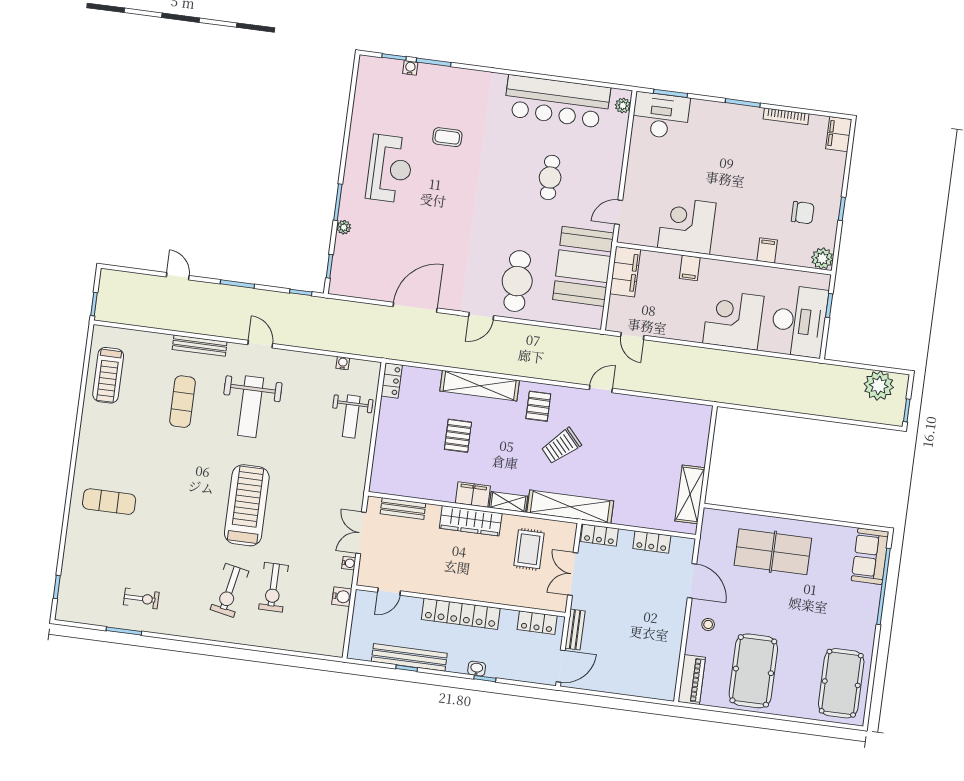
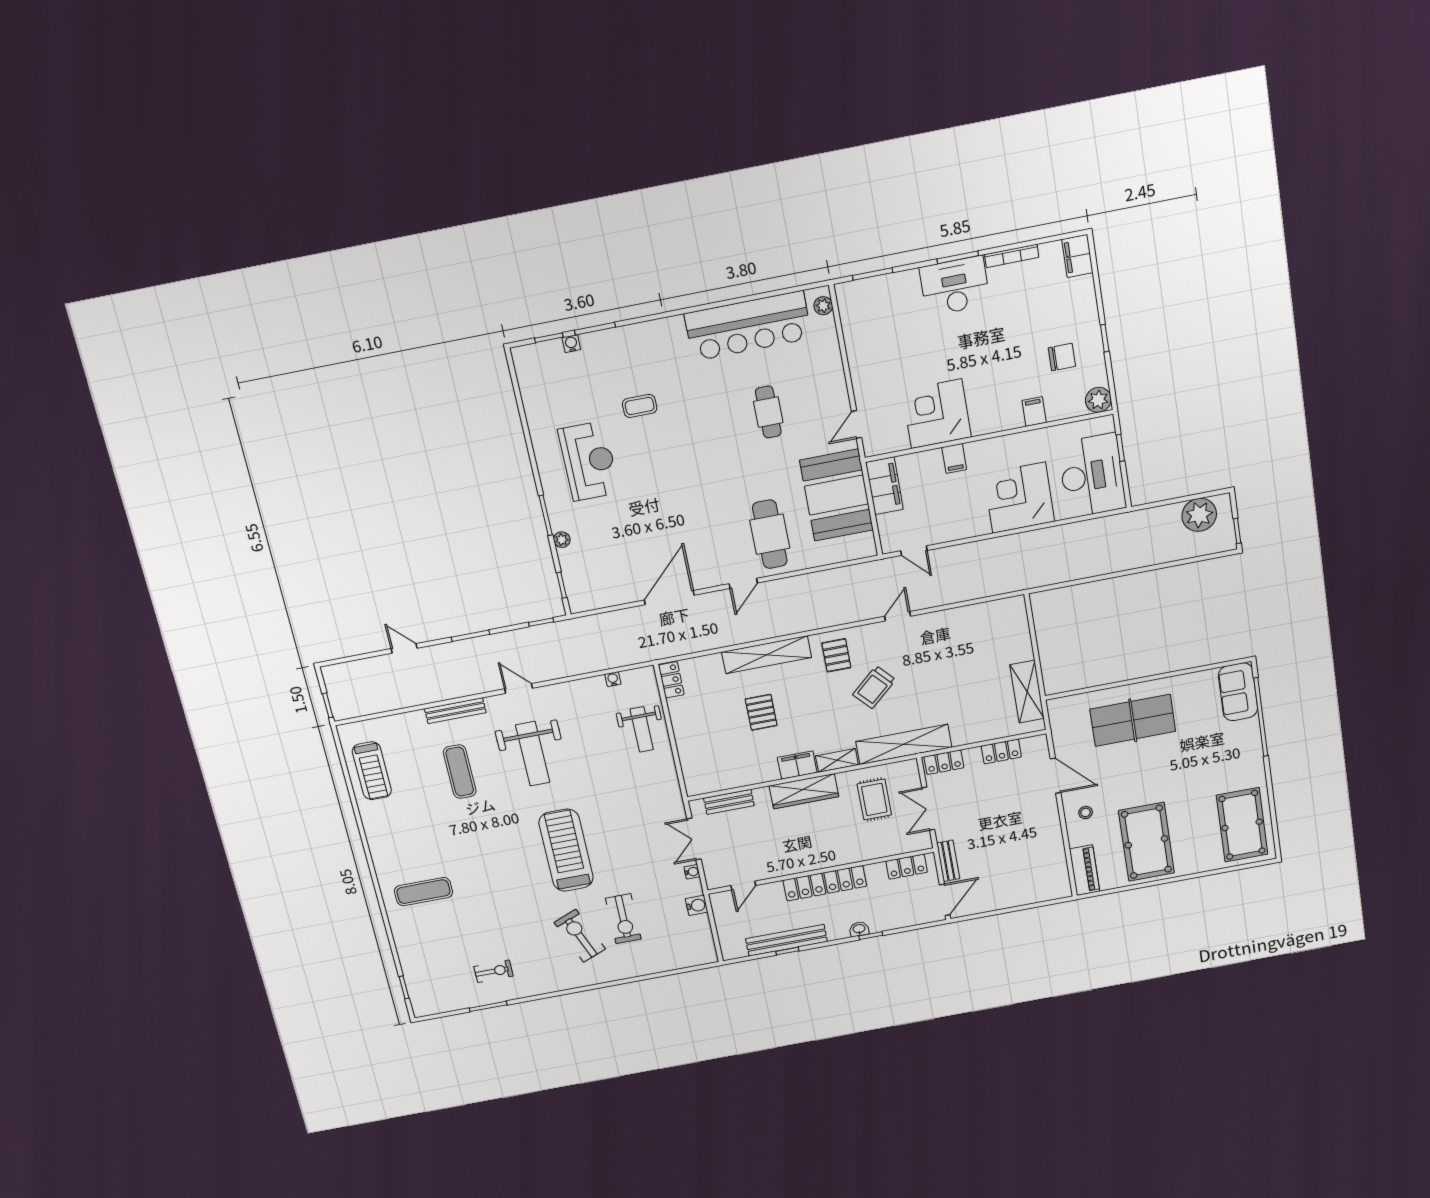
desk: (661, 116) -> (955, 286), moved
exercise bike: (229, 590) -> (580, 936), turned 147

